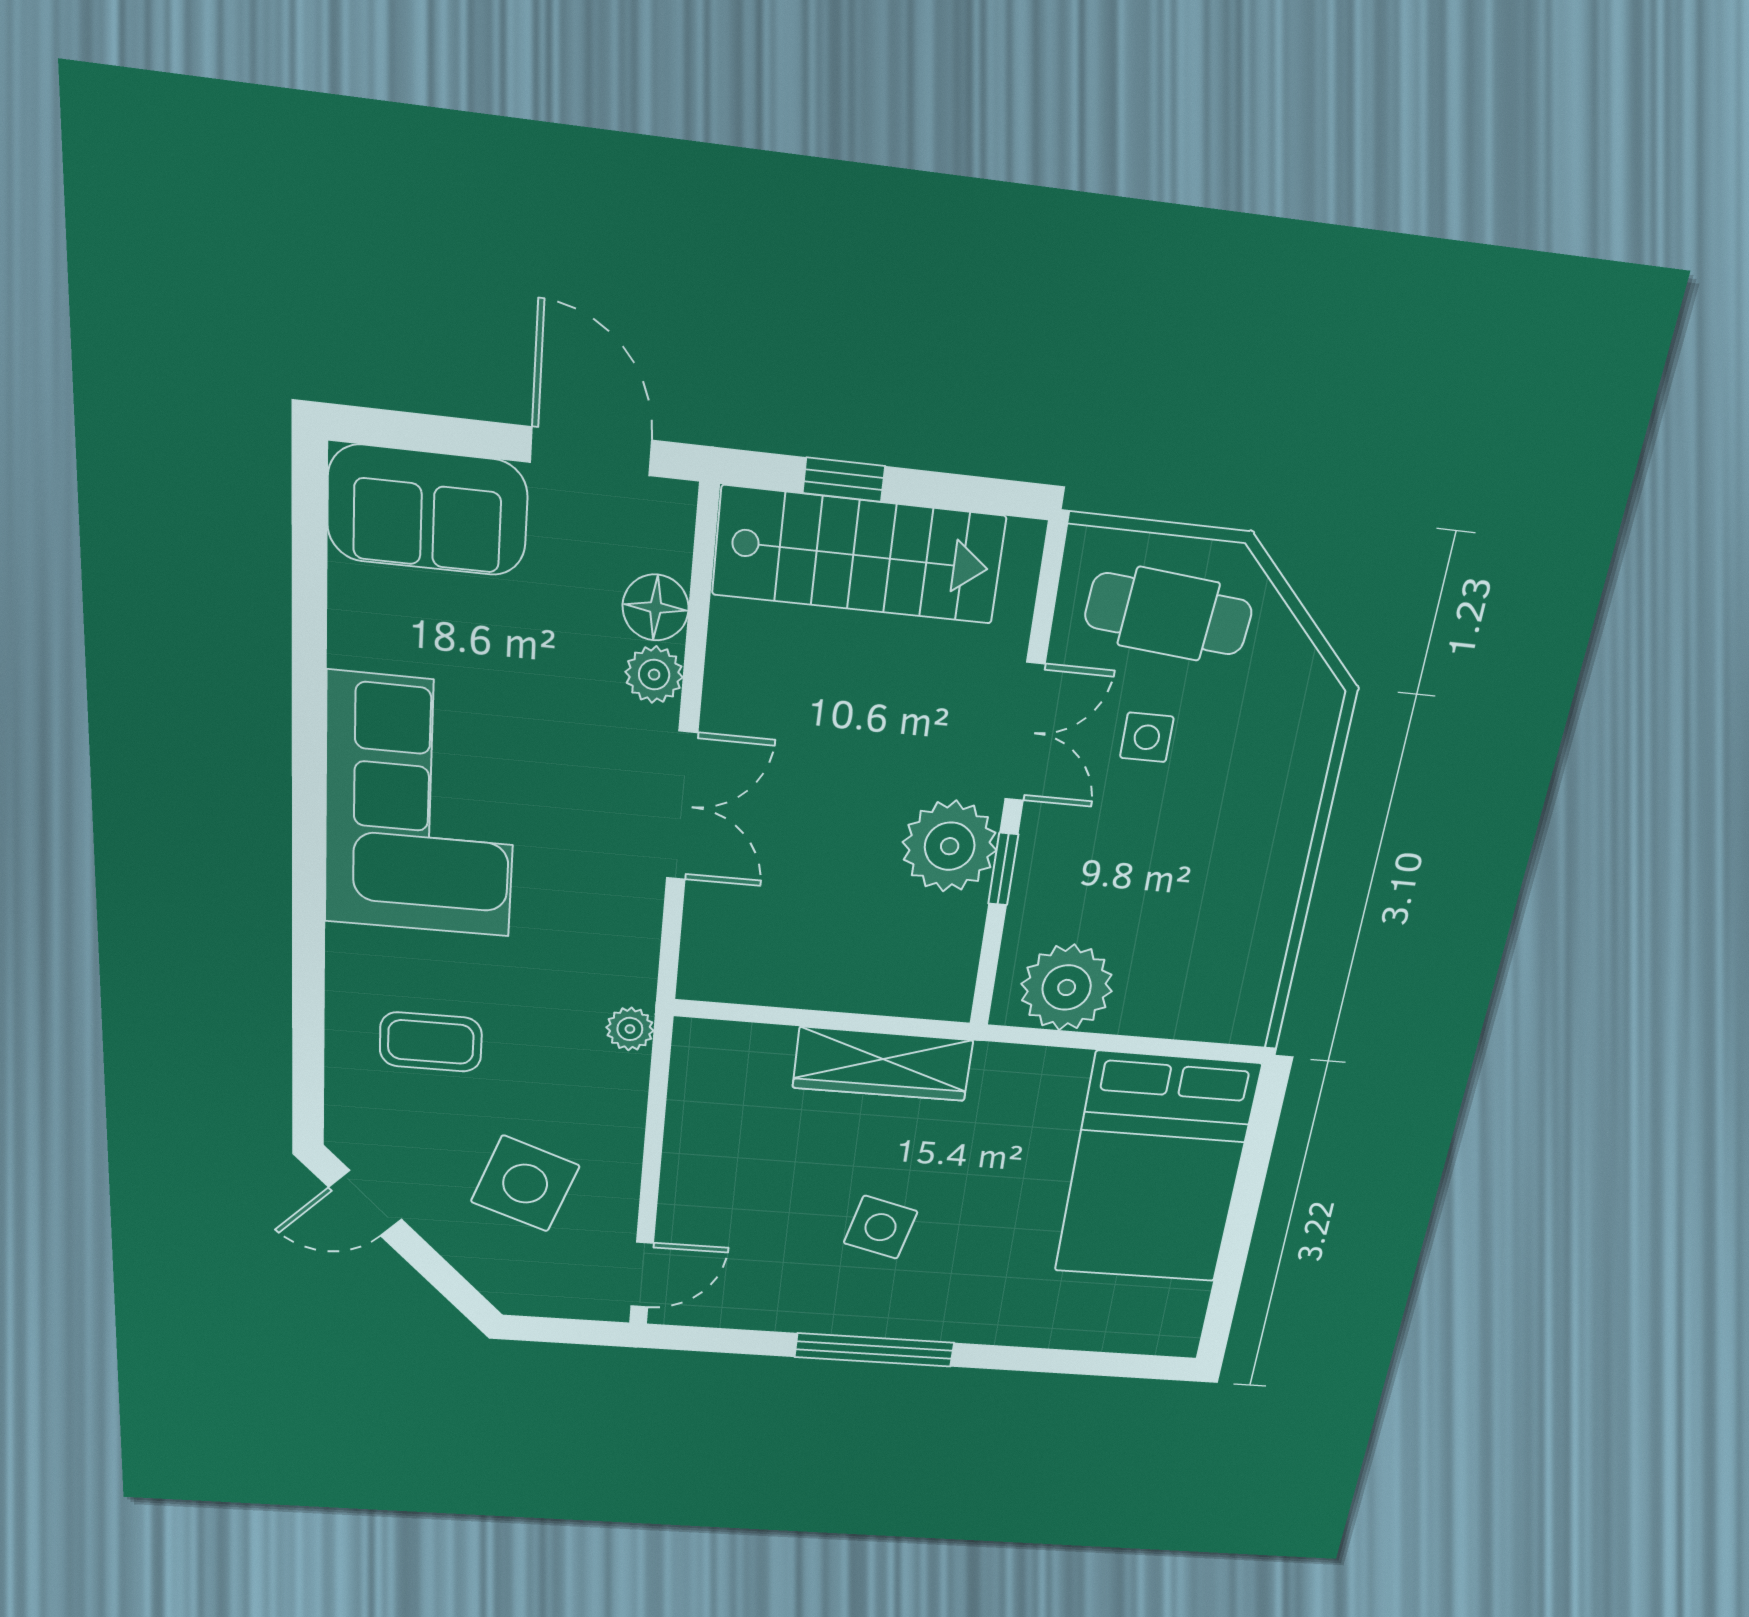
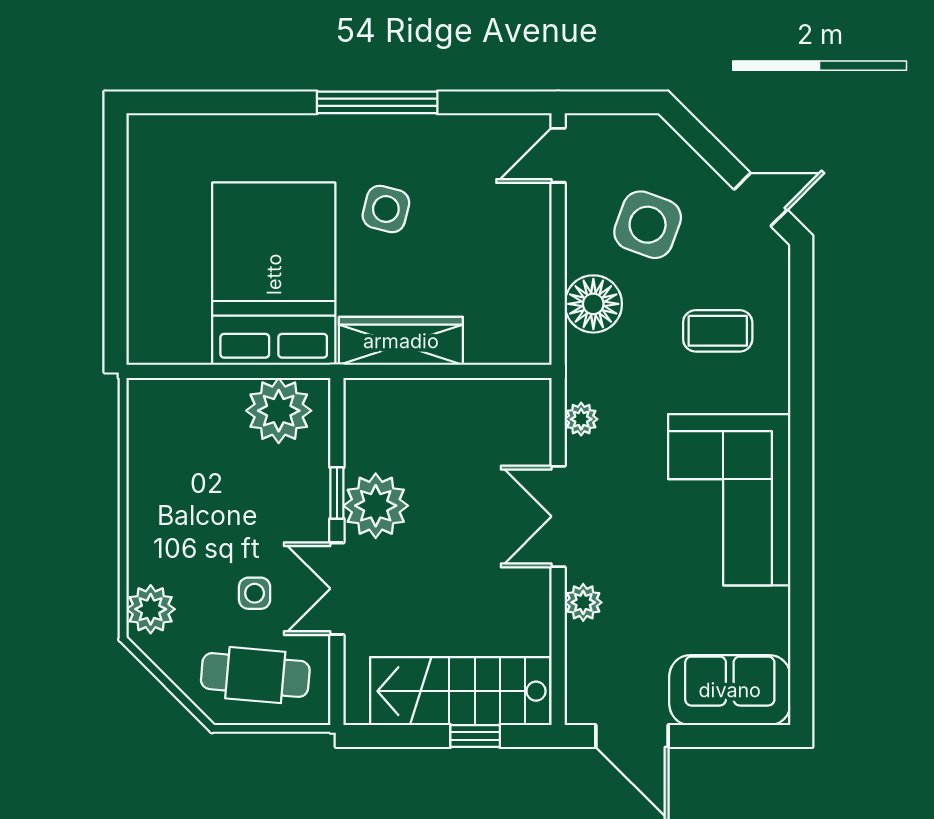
floor lamp: (656, 607) -> (593, 304), moved, width x1.38, depth x1.38
plant: (1302, 729) -> (151, 609), added
plant: (630, 1029) -> (581, 419), moved
bed: (1157, 1169) -> (274, 274), moved

